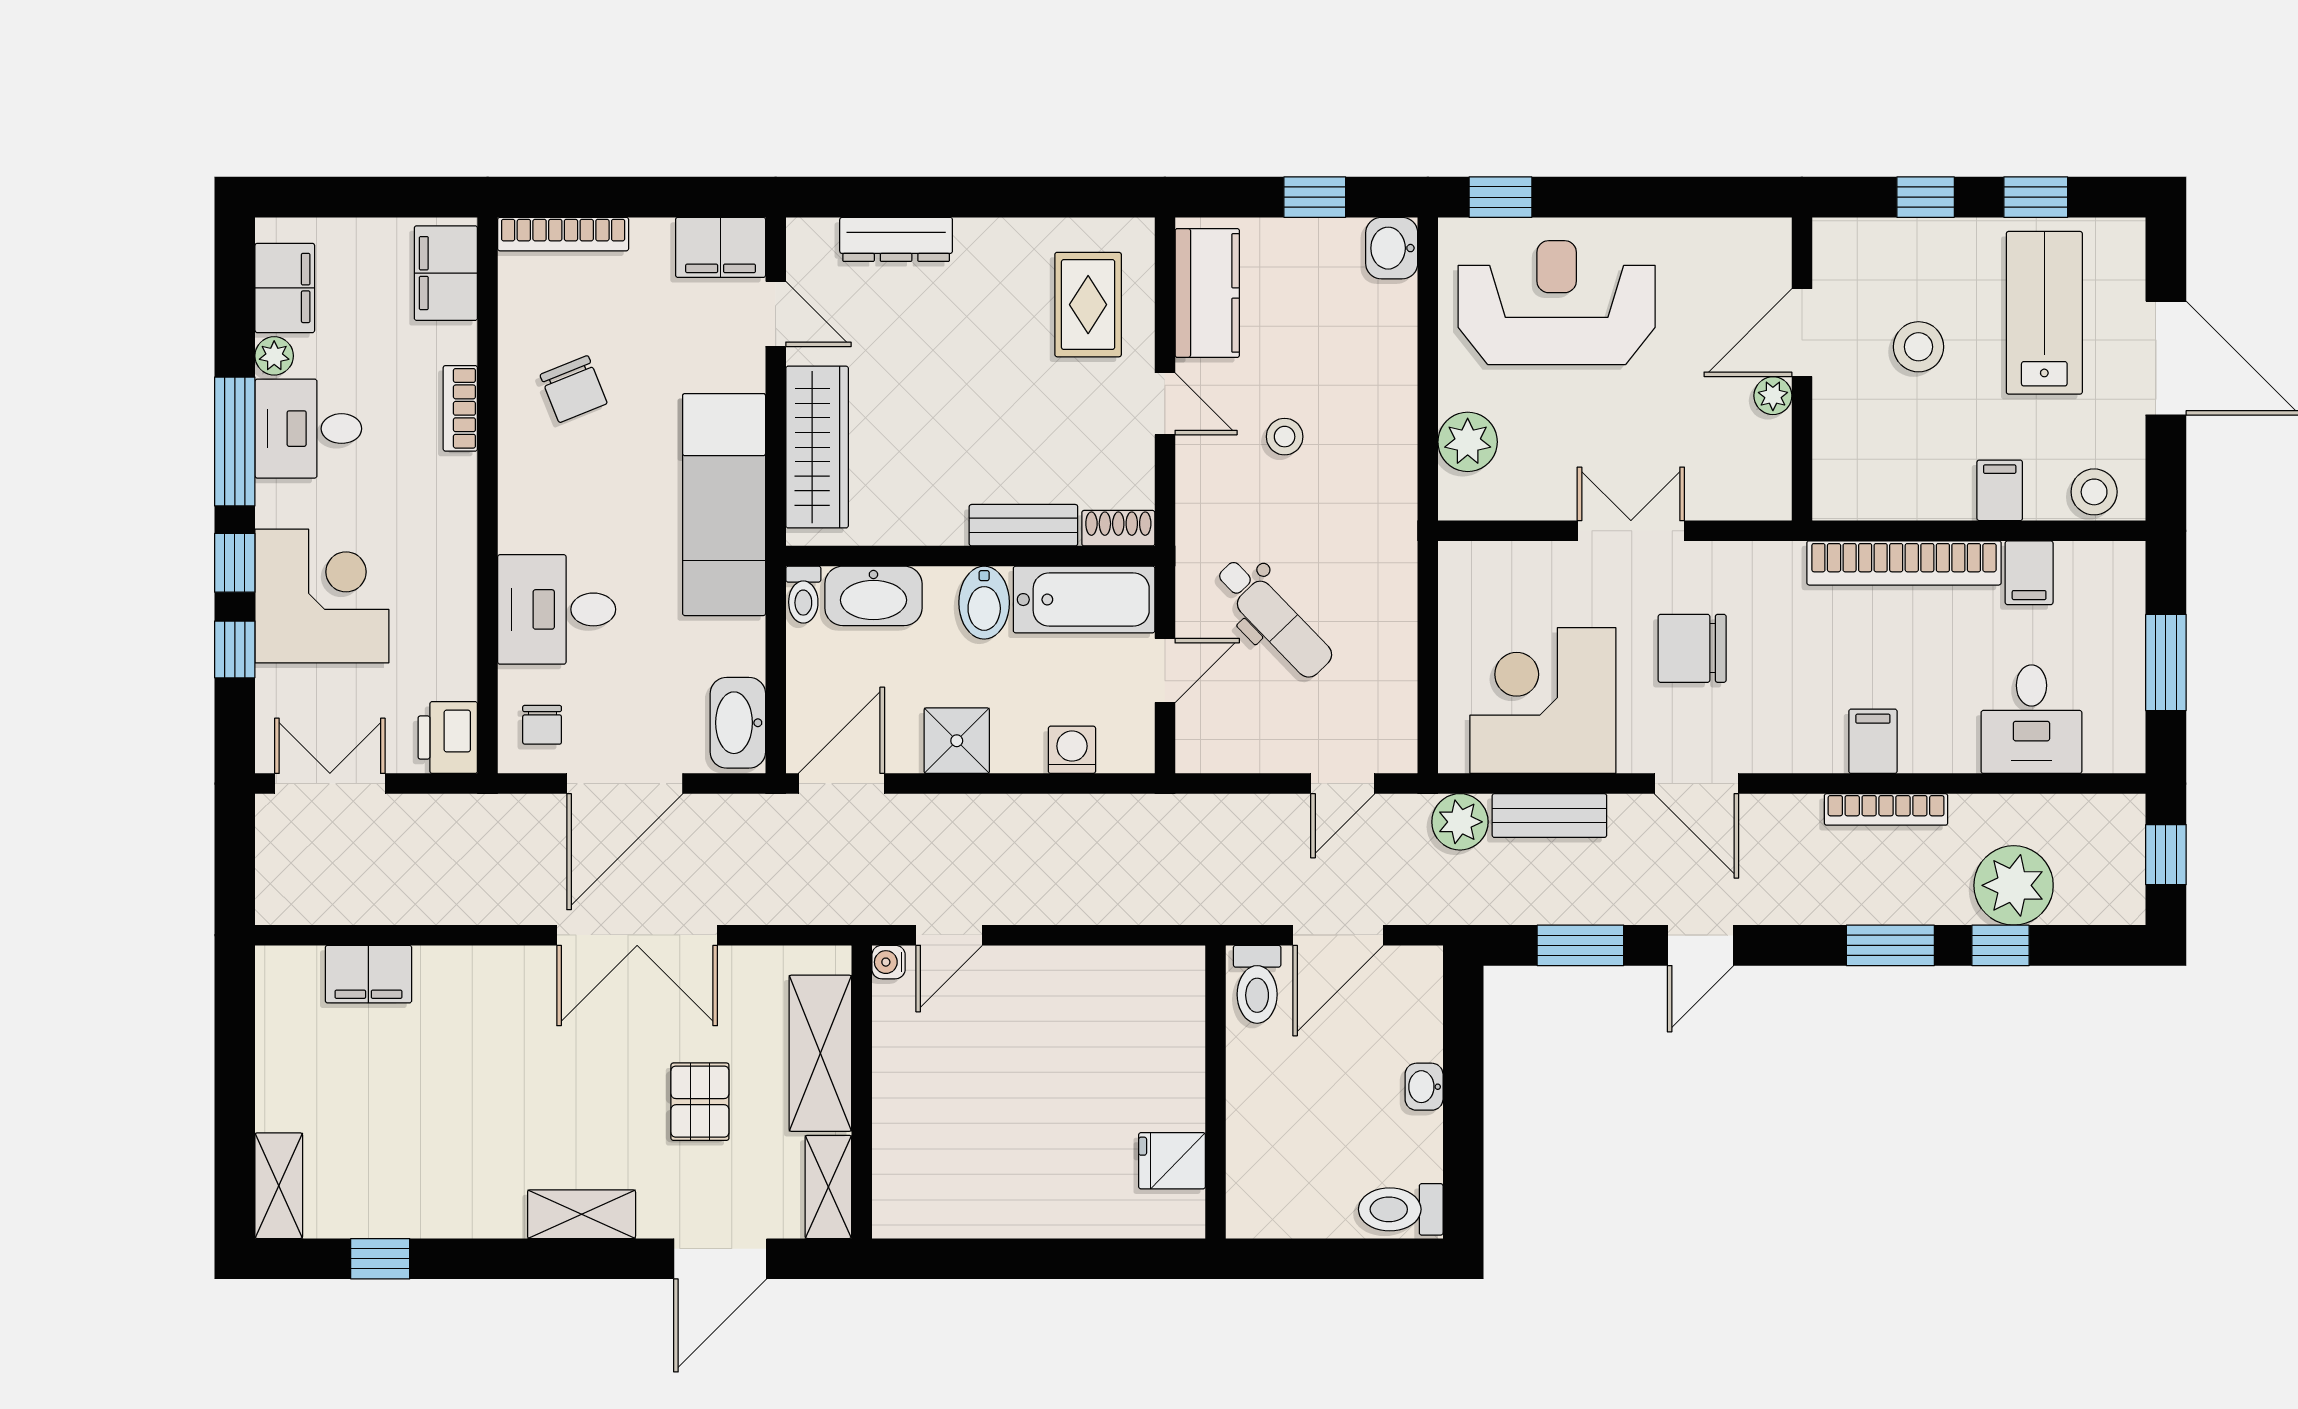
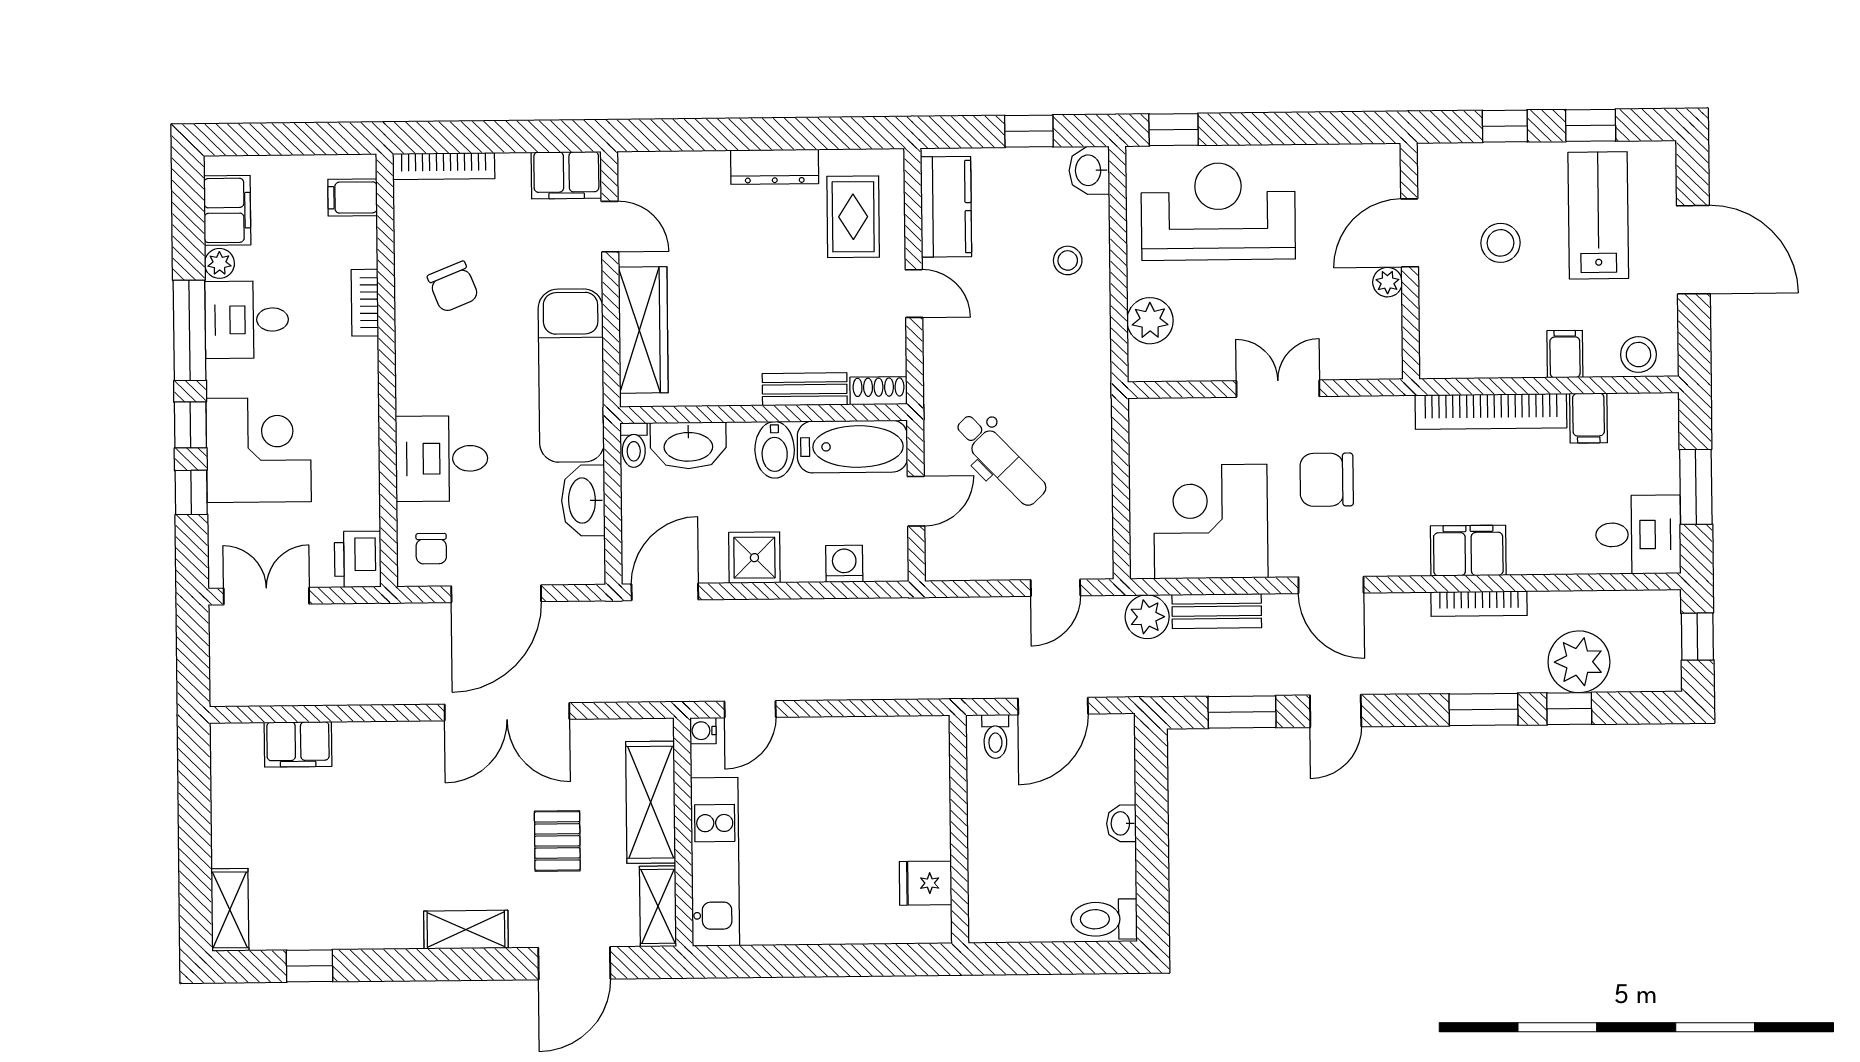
dresser: (896, 239) -> (775, 167), moved
filing cabinet: (446, 273) -> (353, 197), width x0.50
stool: (1285, 437) -> (1068, 260), moved
desk: (2031, 719) -> (1638, 535), moved, turned -90
washbasin: (738, 723) -> (583, 500), moved
filing cabinet: (1873, 741) -> (1468, 551), width x2.00
toilet: (1257, 984) -> (995, 736), width x0.73, depth x0.72
kitchen unit: (902, 1131) -> (715, 862), added

